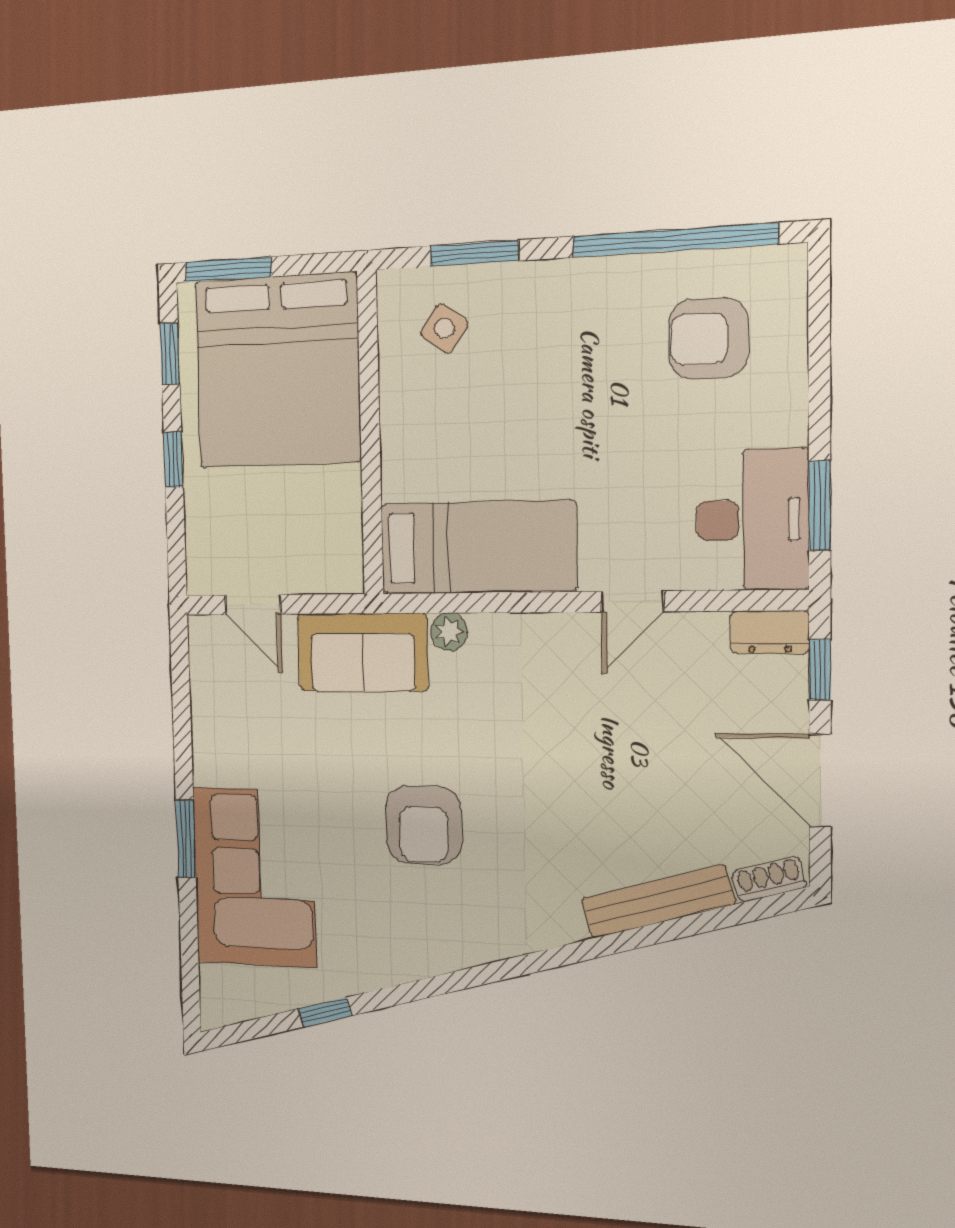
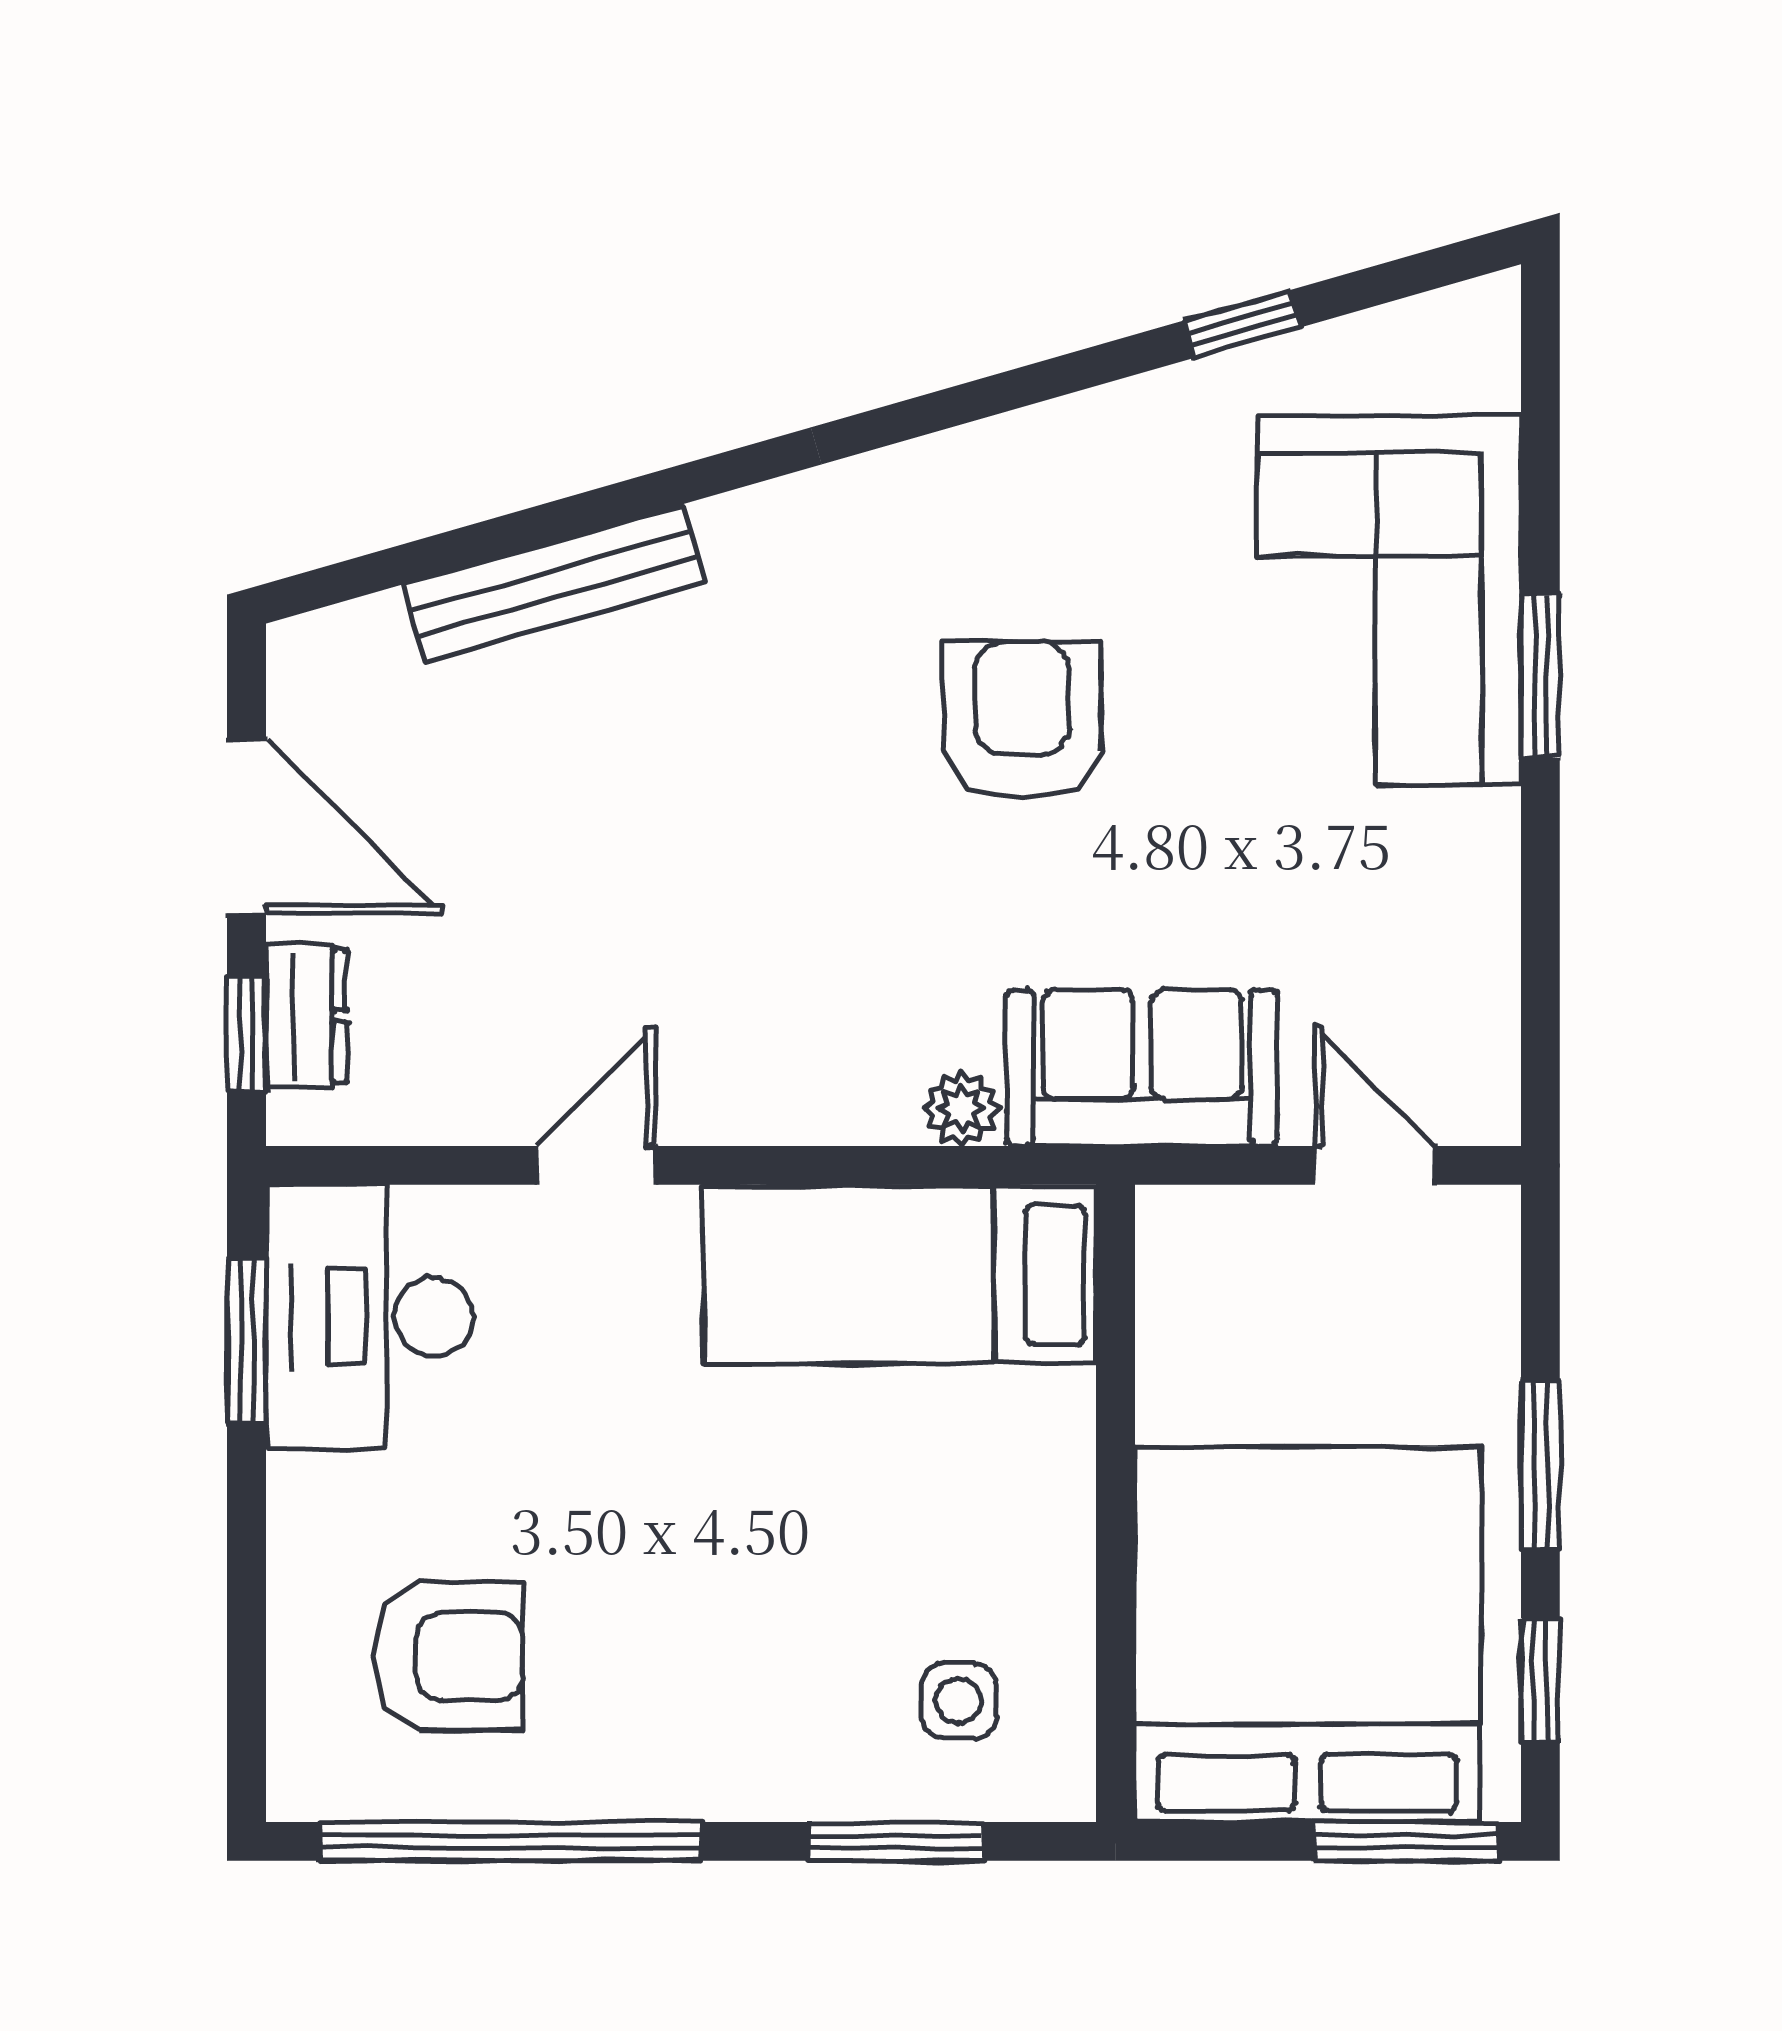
side table: (444, 329) -> (959, 1701), turned -35
window: (173, 460) -> (1540, 1465), width x1.50
dresser: (770, 632) -> (306, 1016), moved, turned 90
shoe rack: (769, 879) -> (341, 635), removed

